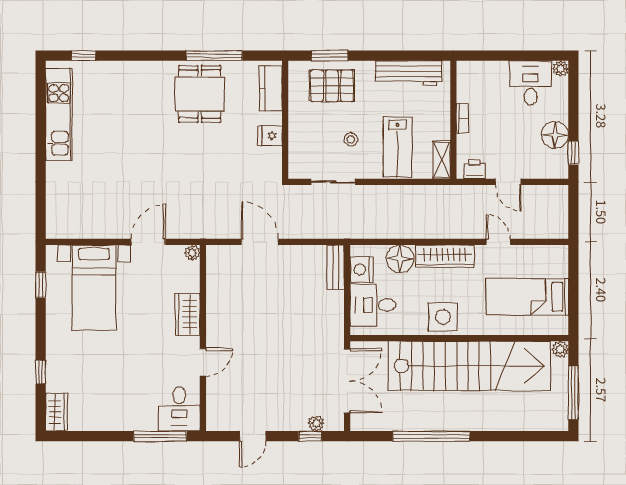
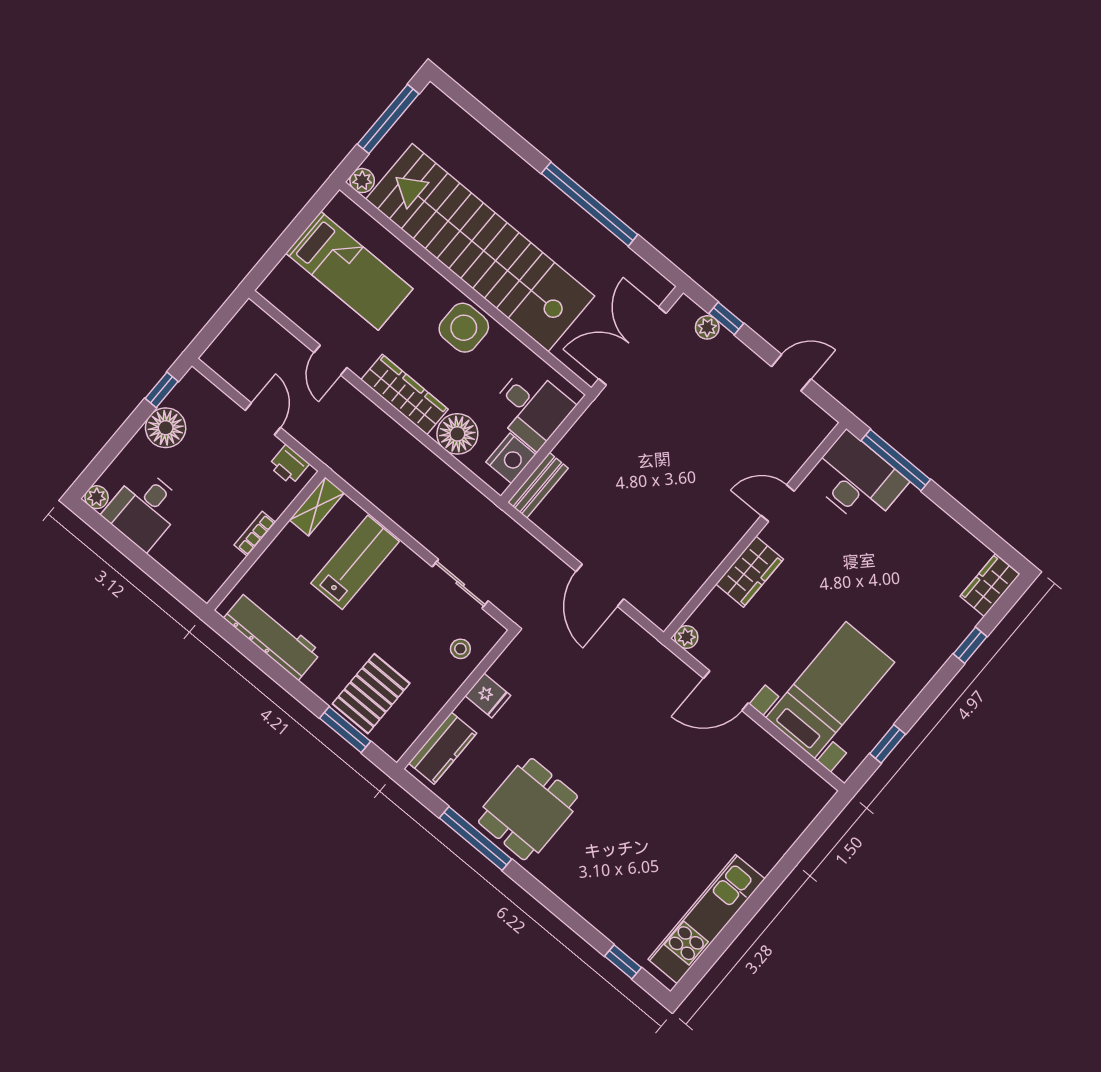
pallet: (332, 86) -> (371, 694), turned 90
stool: (351, 139) -> (460, 649), moved
desk: (179, 409) -> (857, 480), width x1.37

